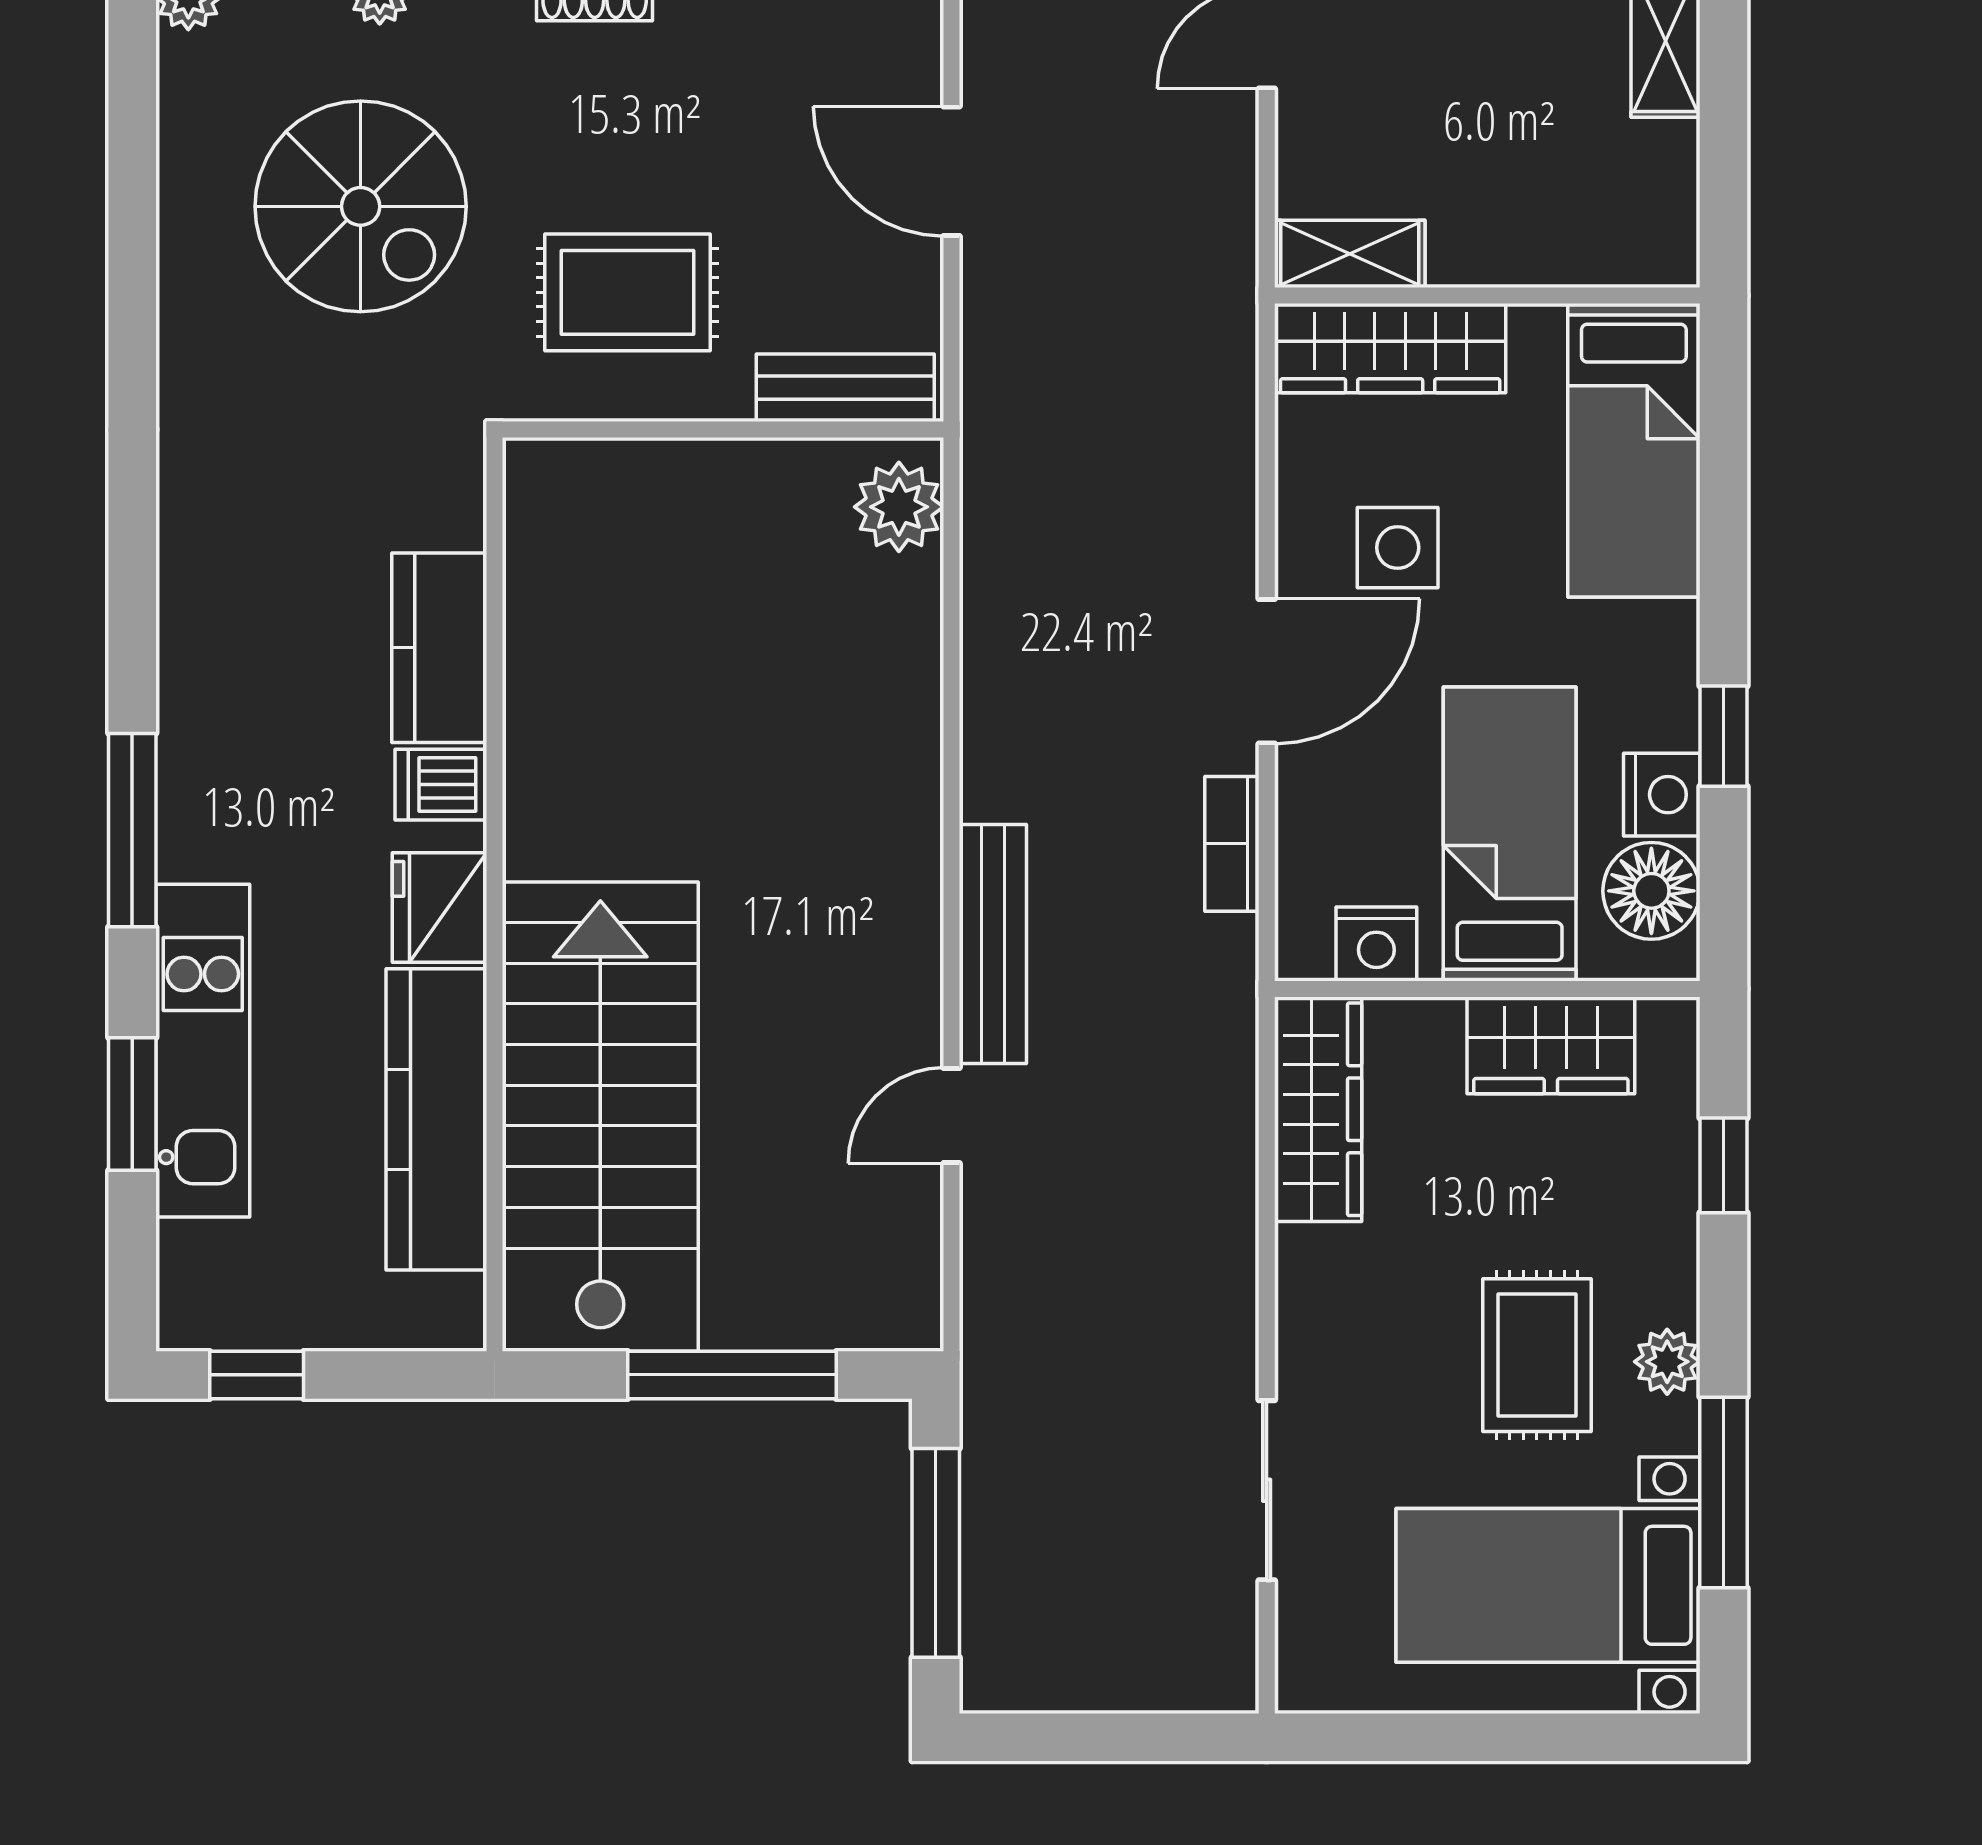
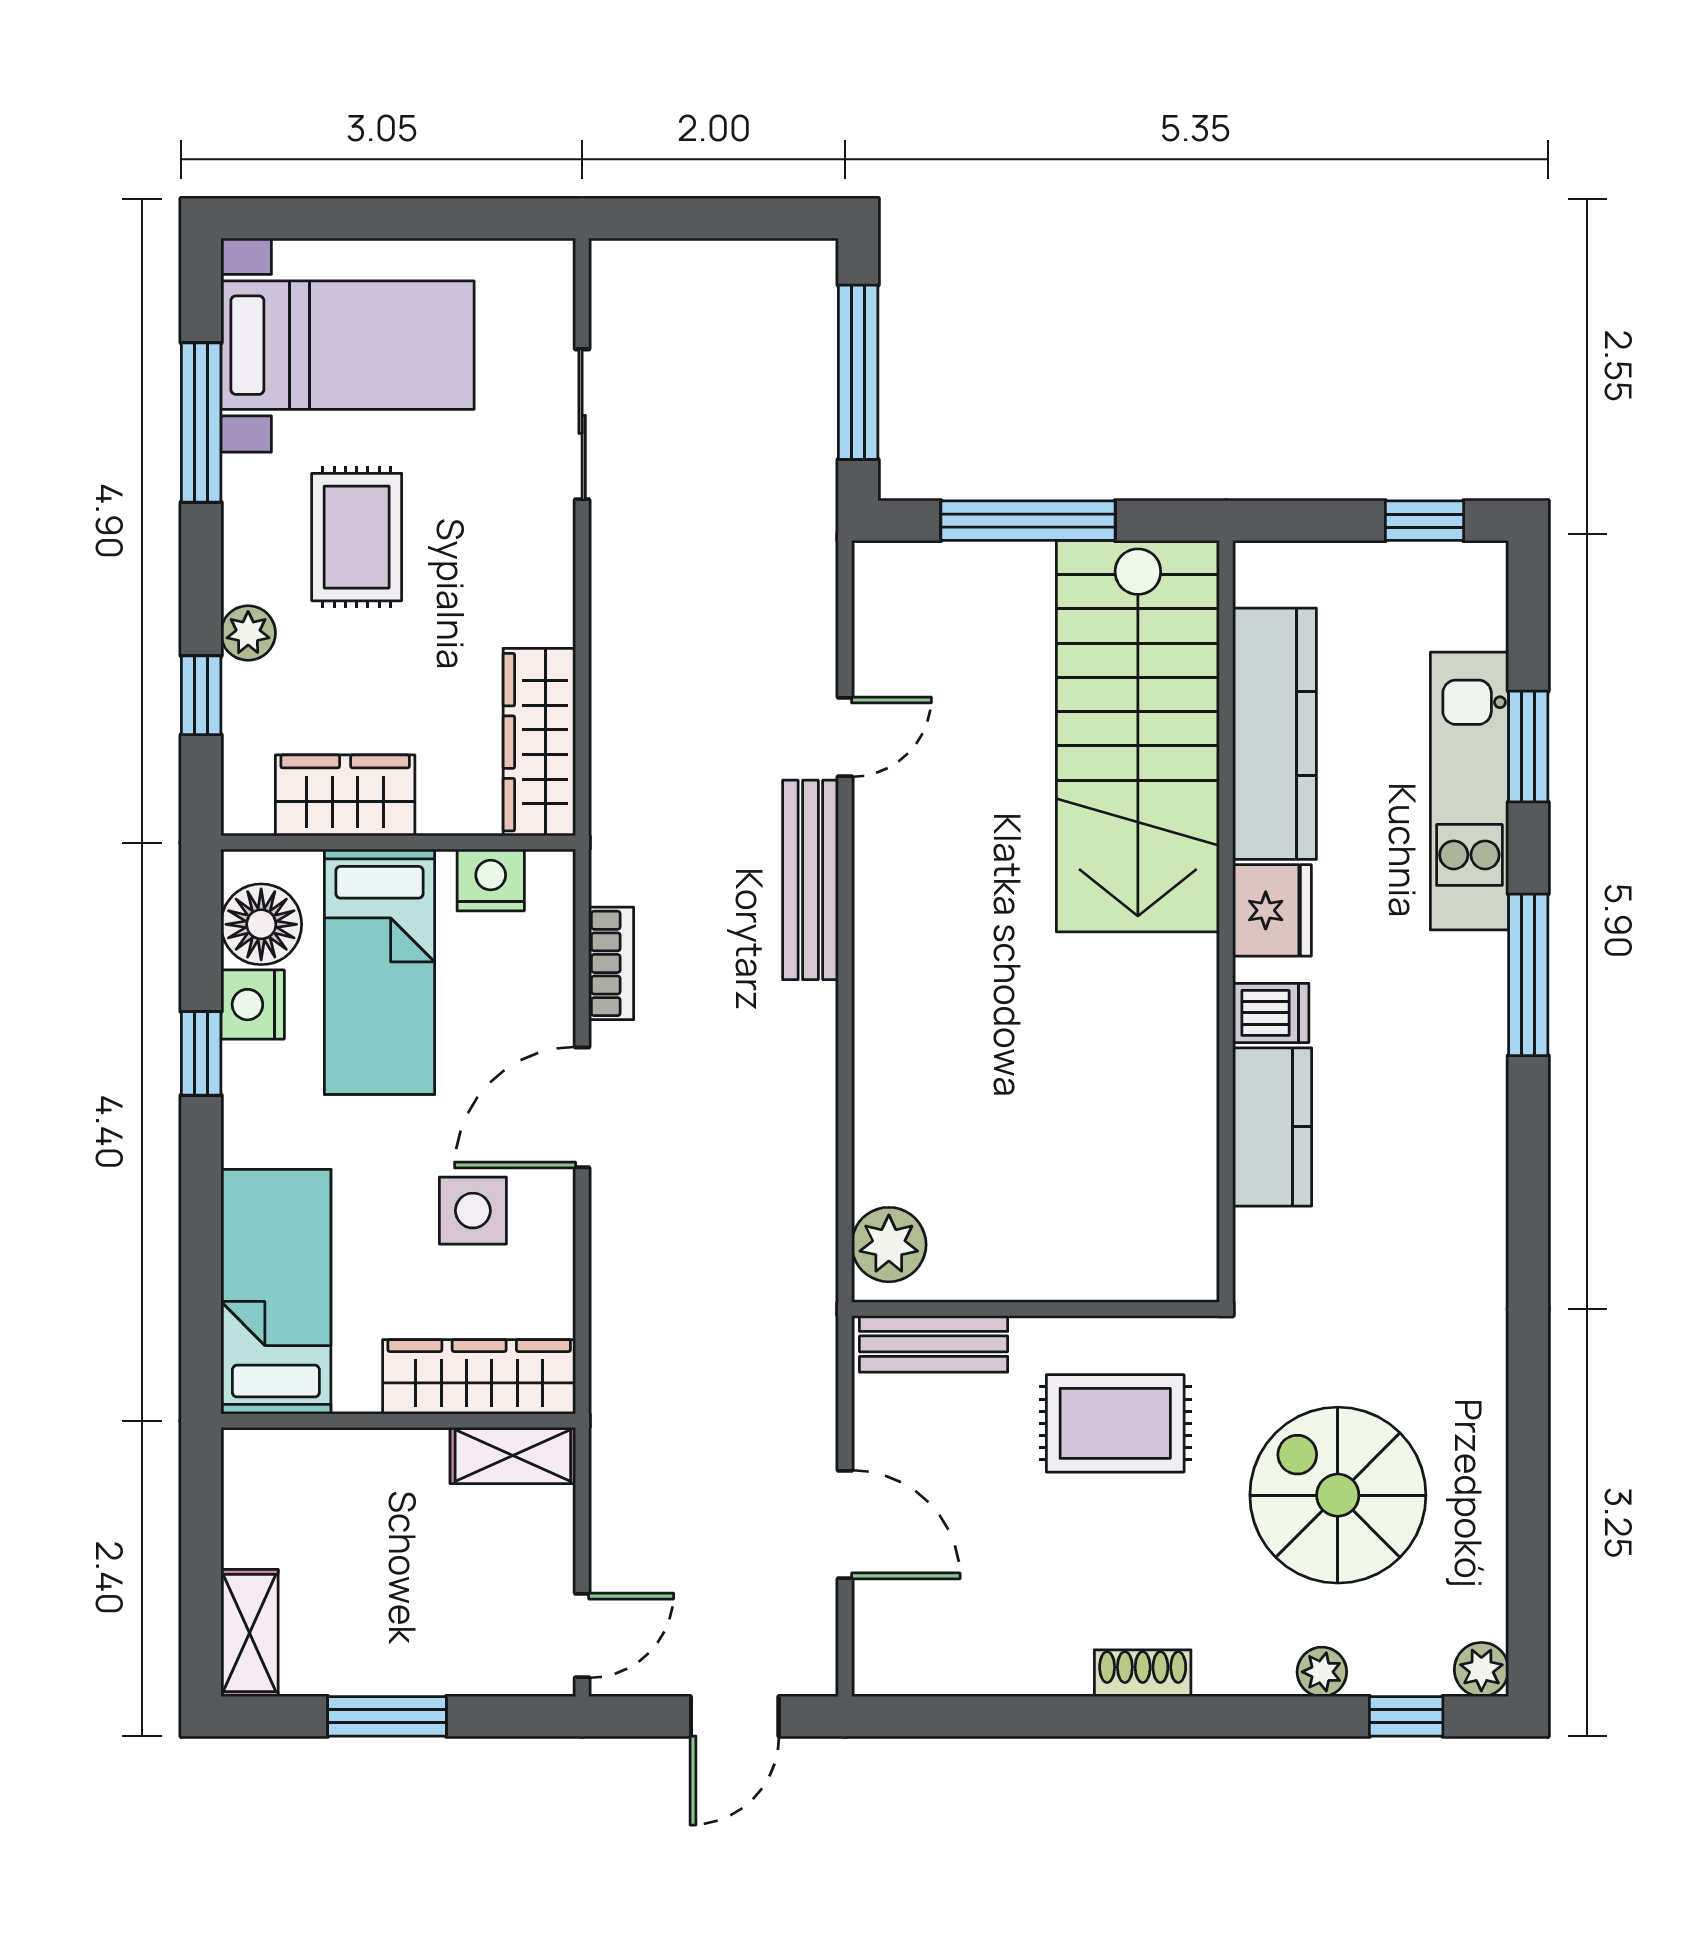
plant: (1667, 1362) -> (248, 633), moved

